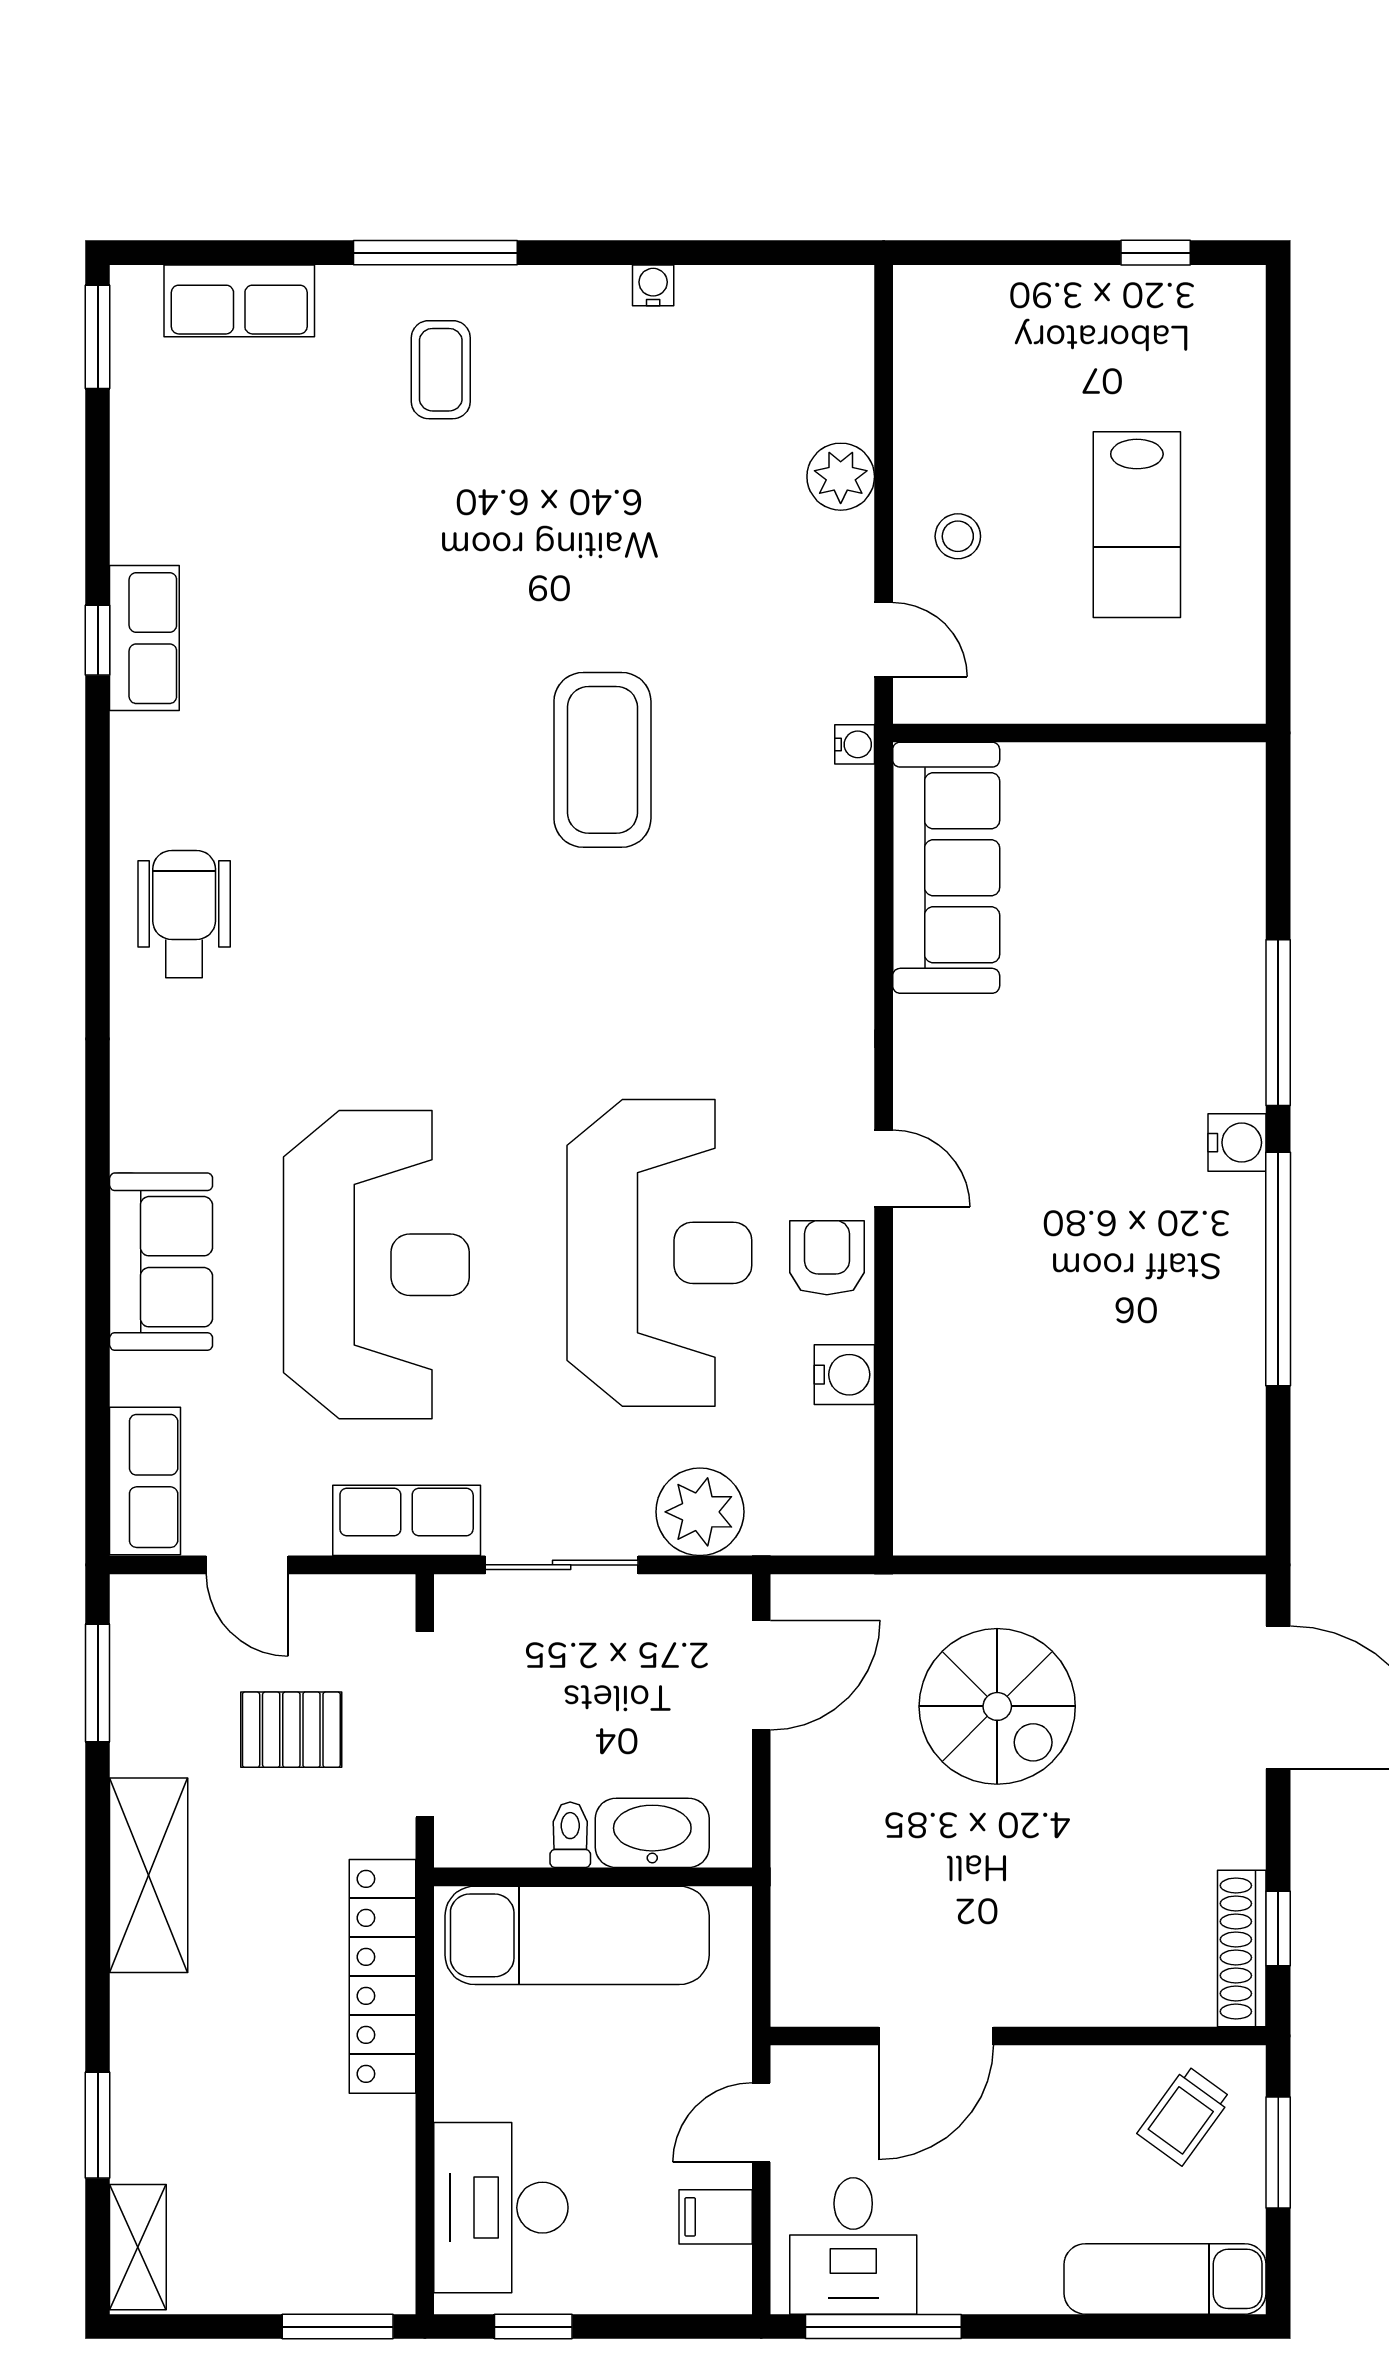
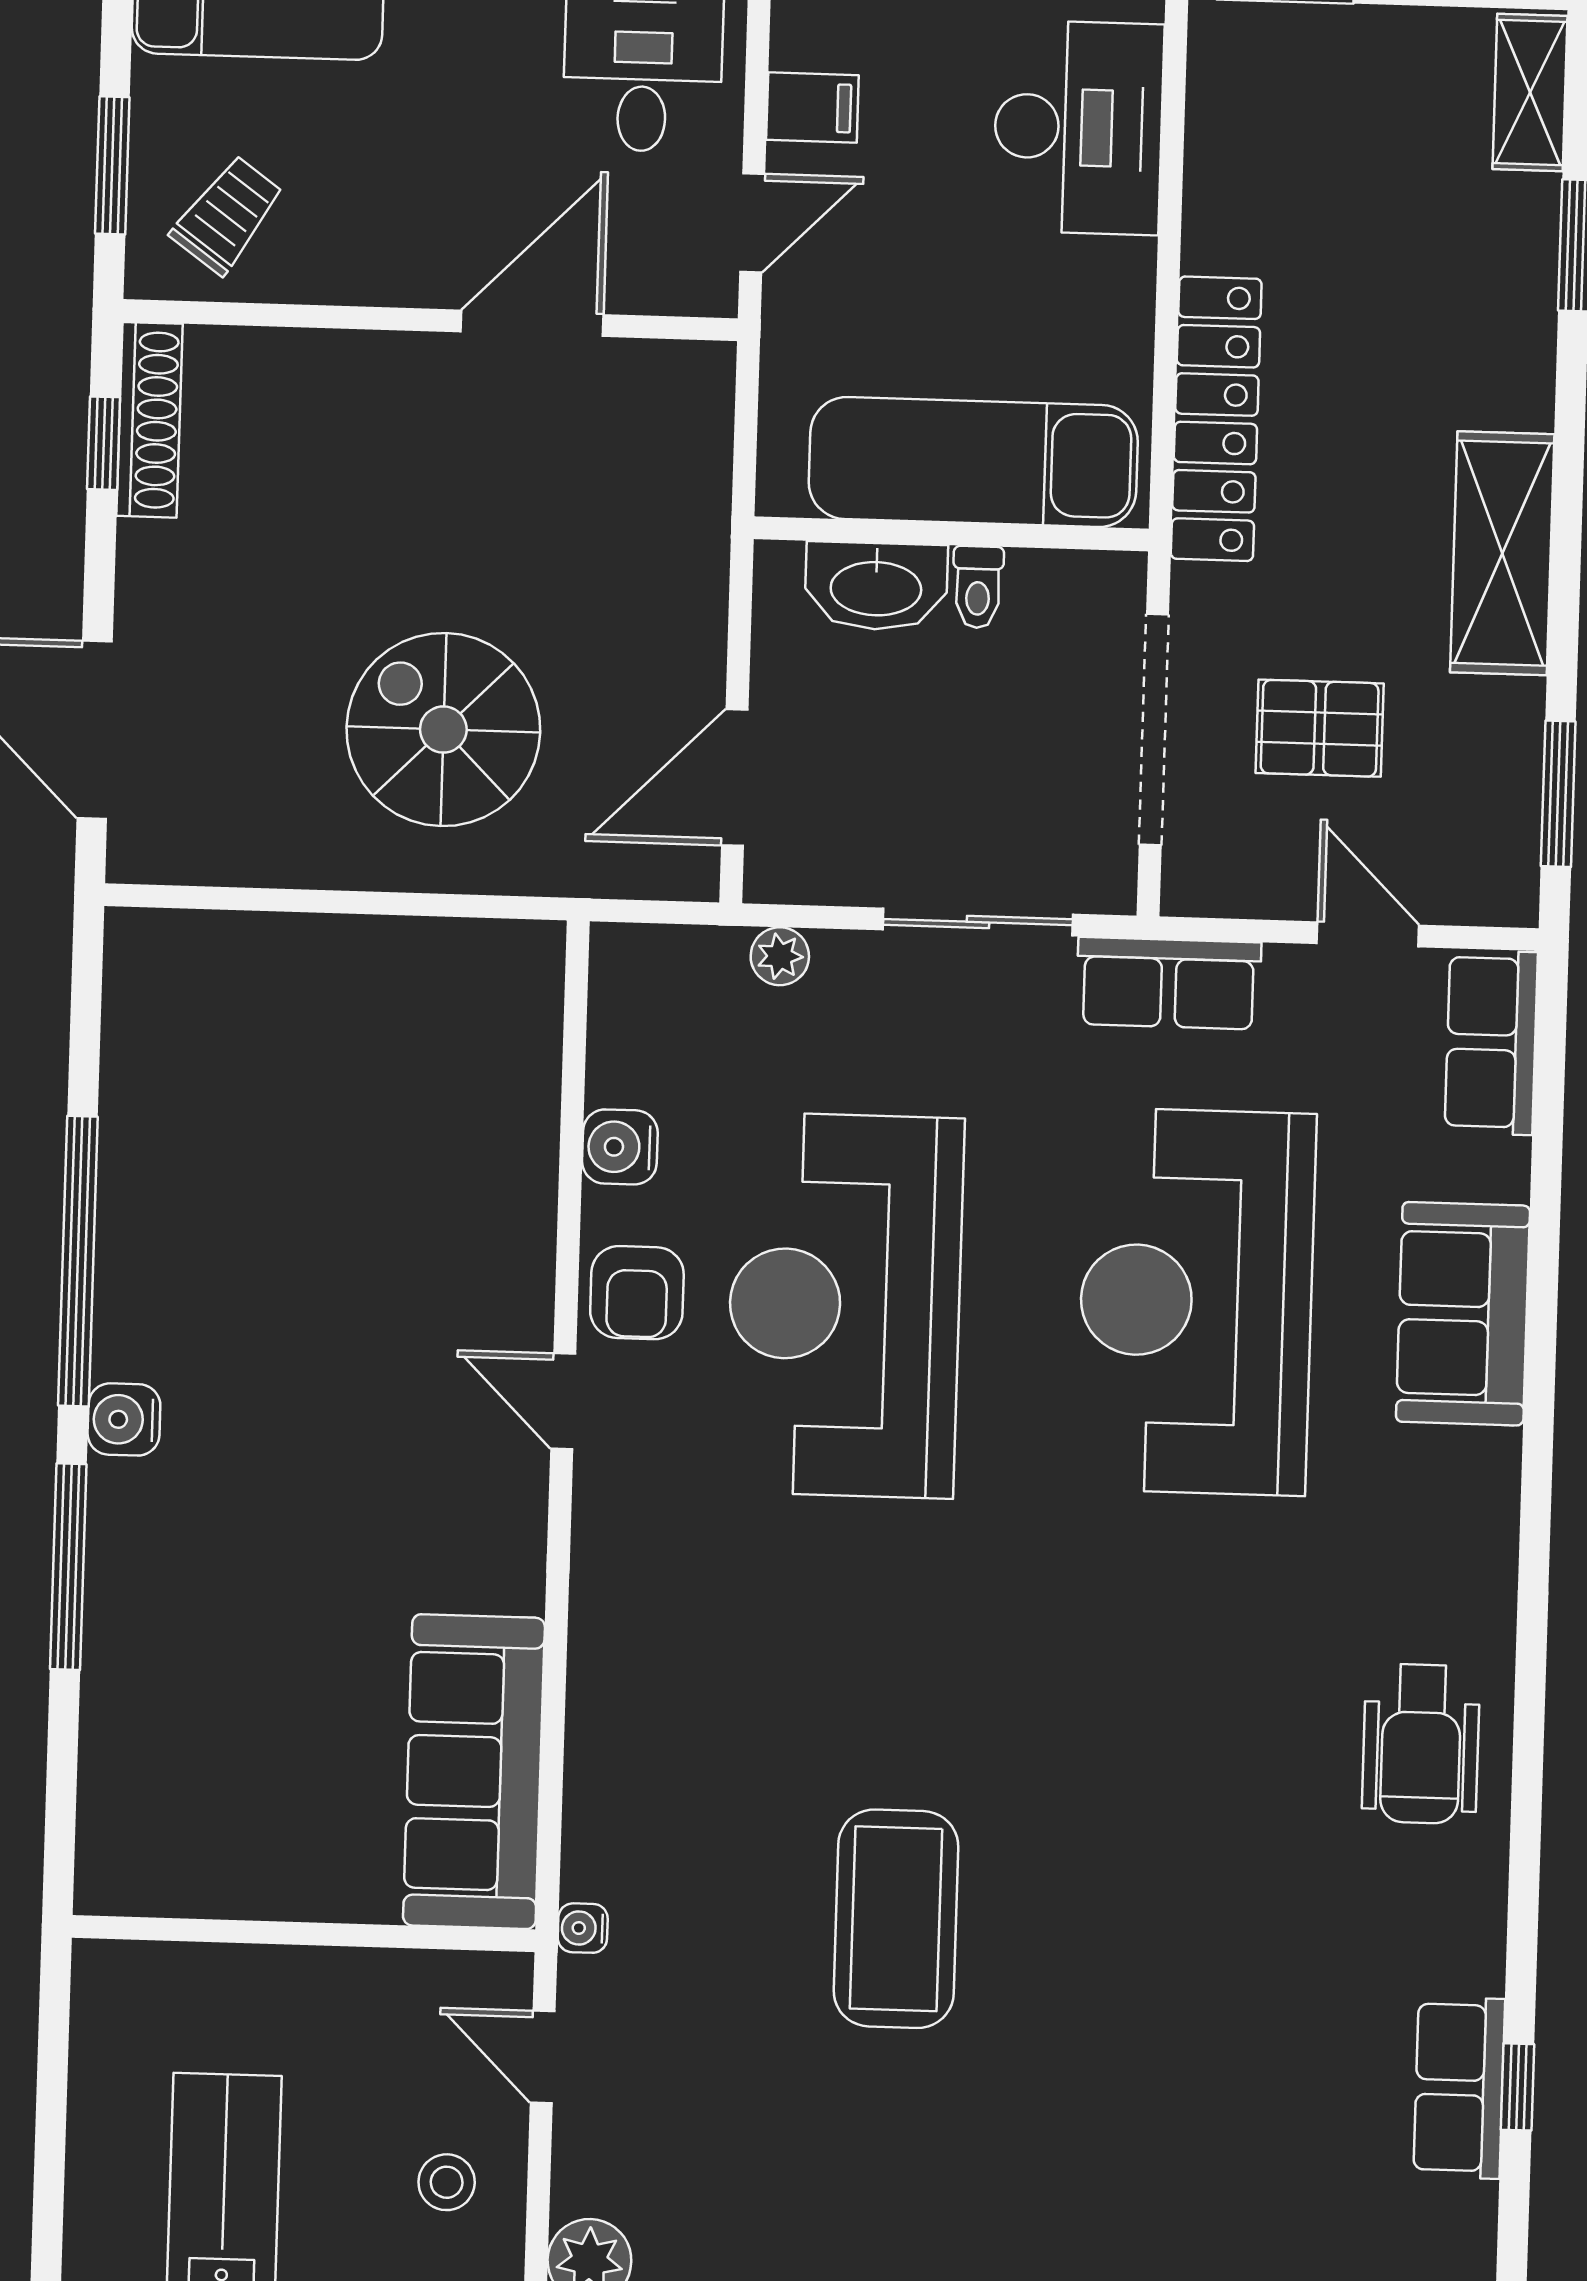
plant: (700, 1512) -> (780, 956), width x0.53, depth x0.53

